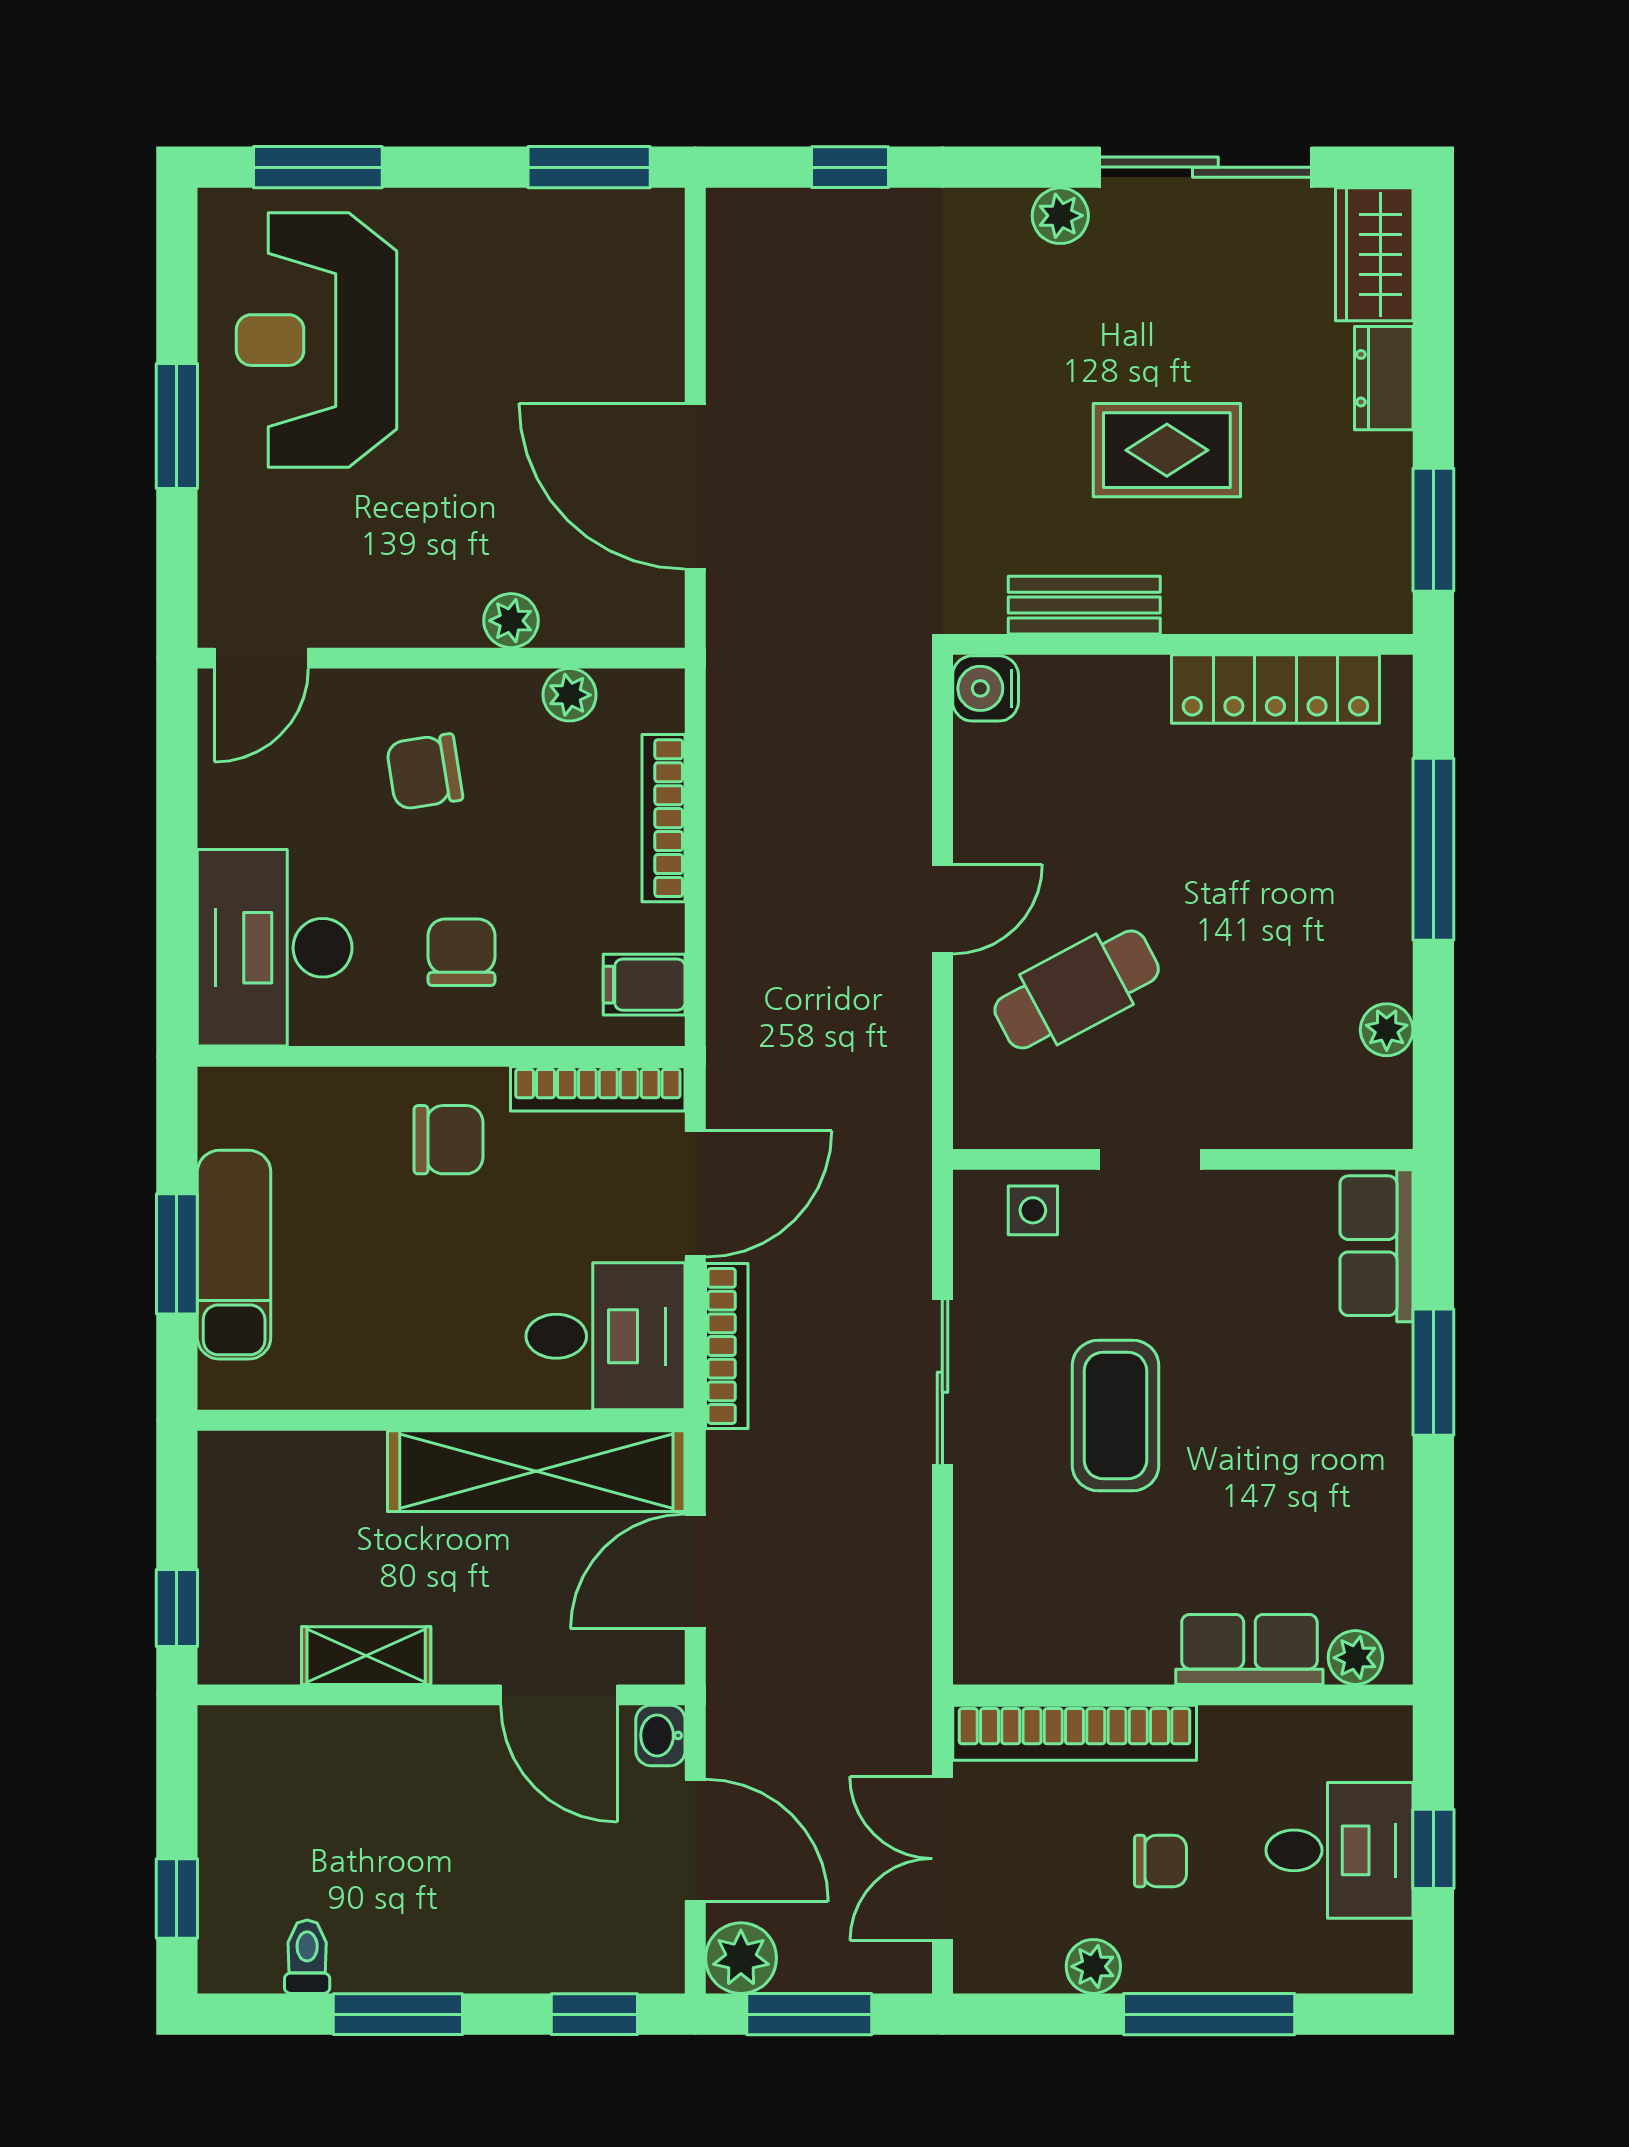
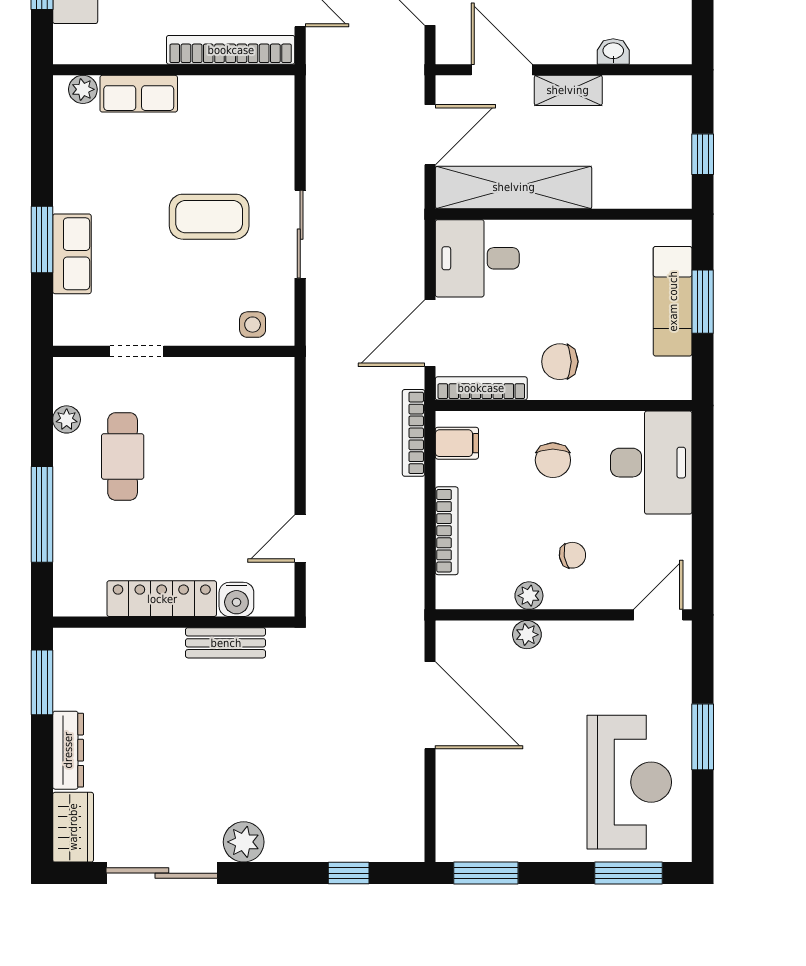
plant: (1060, 216) -> (244, 842), width x1.38, depth x1.38
dresser: (1384, 378) -> (68, 750), width x1.44
rug: (1167, 450) -> (182, 724), removed
water cooler: (986, 688) -> (236, 599), moved, turned 90
locker: (1275, 689) -> (162, 599), moved
plant: (570, 695) -> (529, 596), moved
chair: (425, 772) -> (572, 555), width x0.73, depth x0.73
door: (942, 909) -> (300, 538), moved
cafe table: (1077, 989) -> (123, 456), moved, turned -62
doorway: (1150, 1159) -> (137, 351), moved
row of seats: (1376, 1246) -> (72, 254), moved
bookcase: (727, 1346) -> (414, 433), moved
coffee table: (1115, 1415) -> (209, 217), turned 90
window: (177, 1608) -> (703, 154), moved
shelving: (366, 1656) -> (568, 90), moved
washbasin: (660, 1735) -> (613, 51), moved, turned -90

